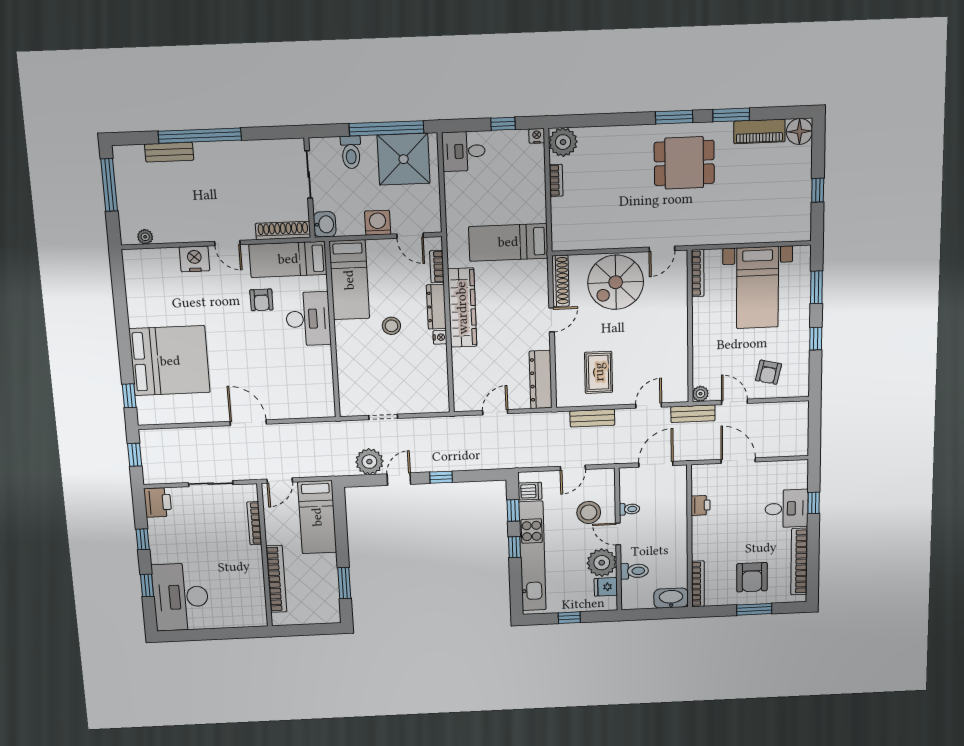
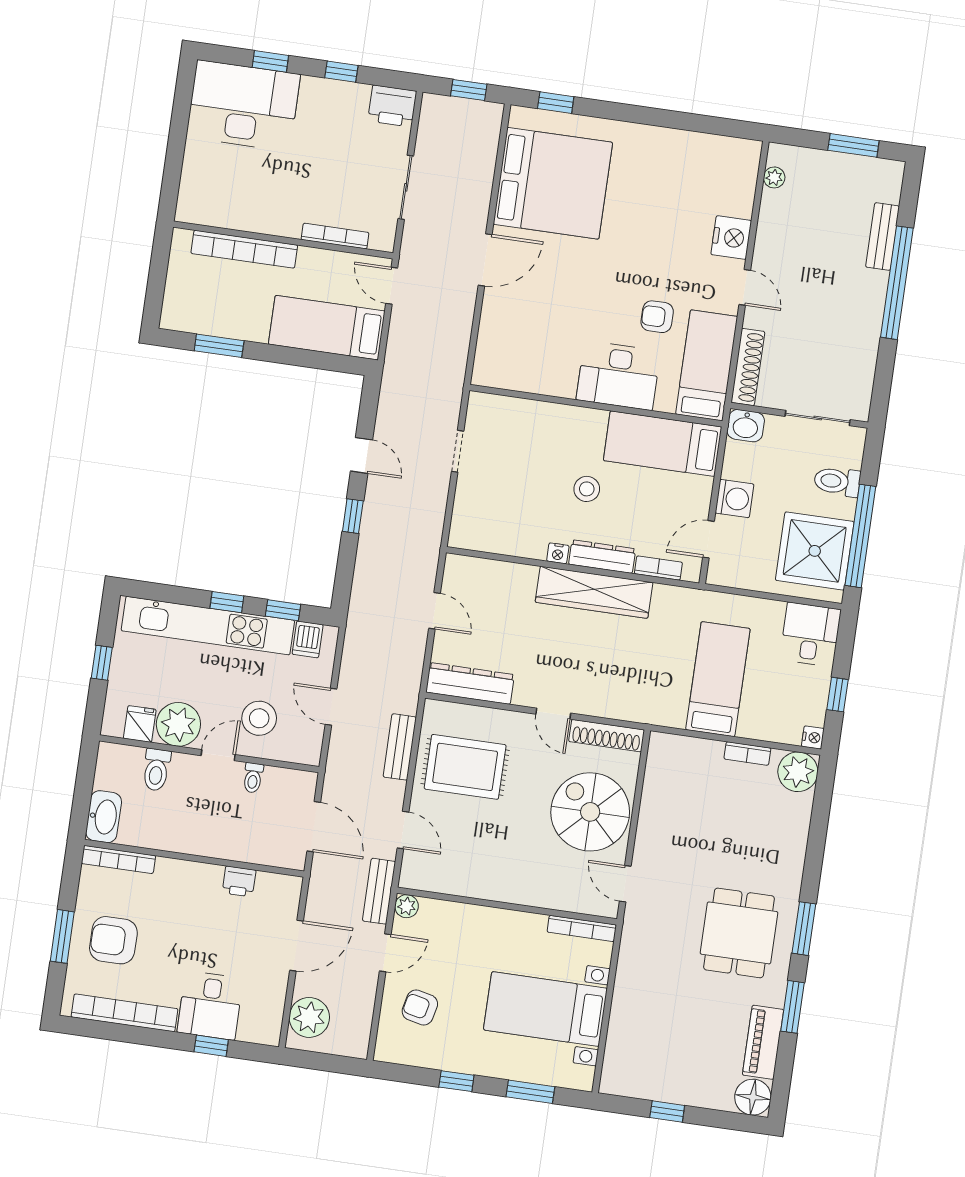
window: (109, 185) -> (853, 145), width x0.69
bed: (508, 242) -> (718, 679), moved
door: (227, 243) -> (745, 287), swing flipped
bed: (170, 361) -> (553, 183), moved, turned -90
rug: (599, 372) -> (465, 767), width x1.36, depth x1.43
plant: (369, 462) -> (309, 1017), moved

